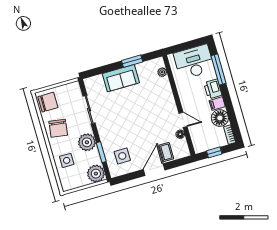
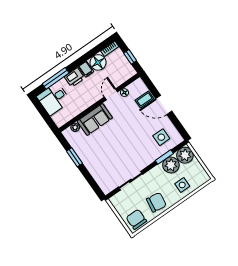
desk: (194, 62) -> (54, 99), width x0.73
sofa: (121, 78) -> (95, 119), moved, turned 90
plant: (87, 142) -> (171, 165), moved

